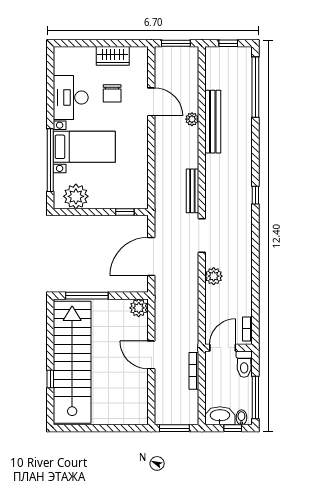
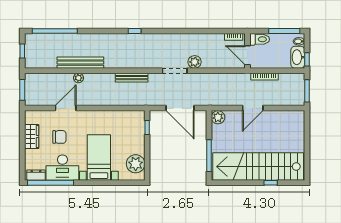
dresser: (60, 62) -> (36, 175), added
window: (50, 160) -> (51, 183), moved
doorway: (202, 235) -> (175, 71), moved
window: (233, 428) -> (307, 59), moved

